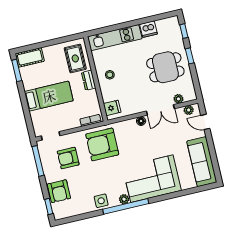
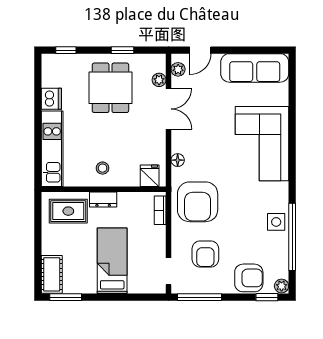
window: (190, 56) -> (123, 50), moved
floor lamp: (141, 121) -> (178, 160), moved
plant: (124, 199) -> (282, 286), moved
window: (126, 206) -> (292, 237), moved

